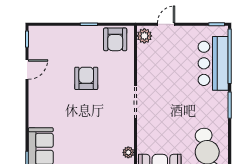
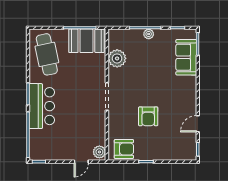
armchair: (115, 39) -> (124, 149), turned 90
bar counter: (213, 63) -> (42, 106), moved
plant: (128, 152) -> (117, 58), width x1.88, depth x1.88

